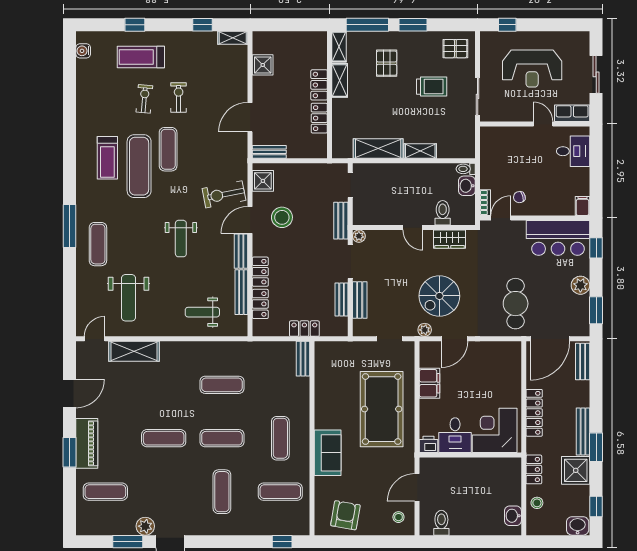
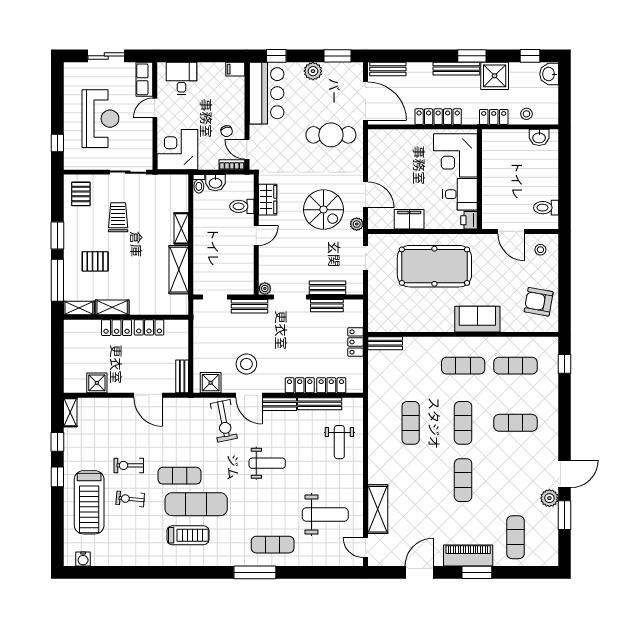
window: (135, 25) -> (57, 477), moved
treadmill: (141, 57) -> (89, 502), width x1.37, depth x1.38
corner desk: (501, 147) -> (177, 150), added
door: (70, 394) -> (419, 572), hinge flipped
exercise mat: (280, 492) -> (516, 366), turned 90

